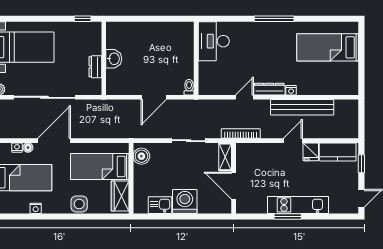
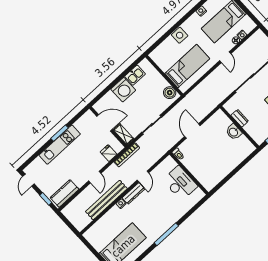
desk: (214, 41) -> (180, 183), moved
door: (54, 141) -> (225, 57), width x0.53
fridge: (311, 152) -> (109, 153), moved
wardrobe: (120, 196) -> (161, 60), removed

